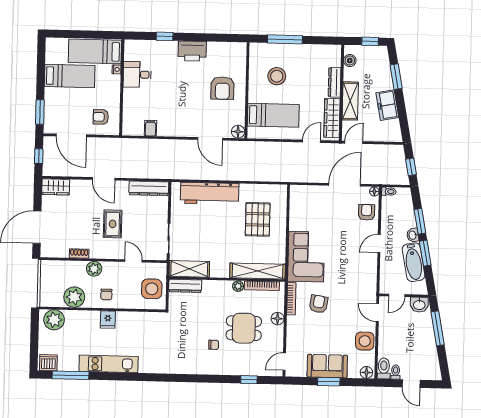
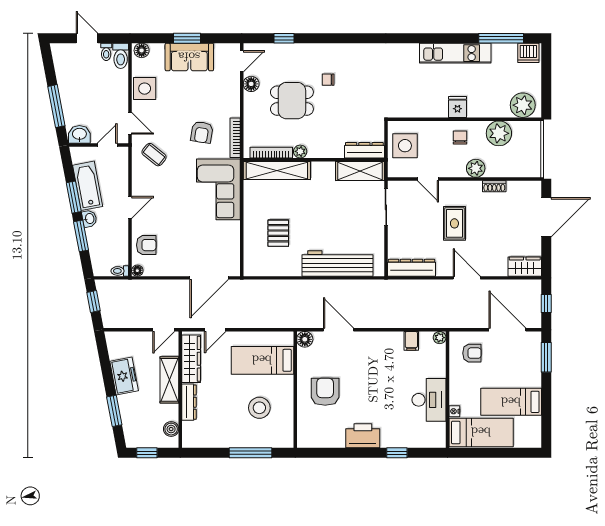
desk: (137, 75) -> (429, 400), width x1.37
plant: (127, 130) -> (440, 338), added
door: (345, 185) -> (209, 278), moved
armchair: (367, 212) -> (146, 245), turned -90
pallet: (258, 219) -> (278, 233), width x0.67, depth x0.71
coffee table: (358, 287) -> (154, 155), added
floor lamp: (278, 319) -> (251, 84), moved

